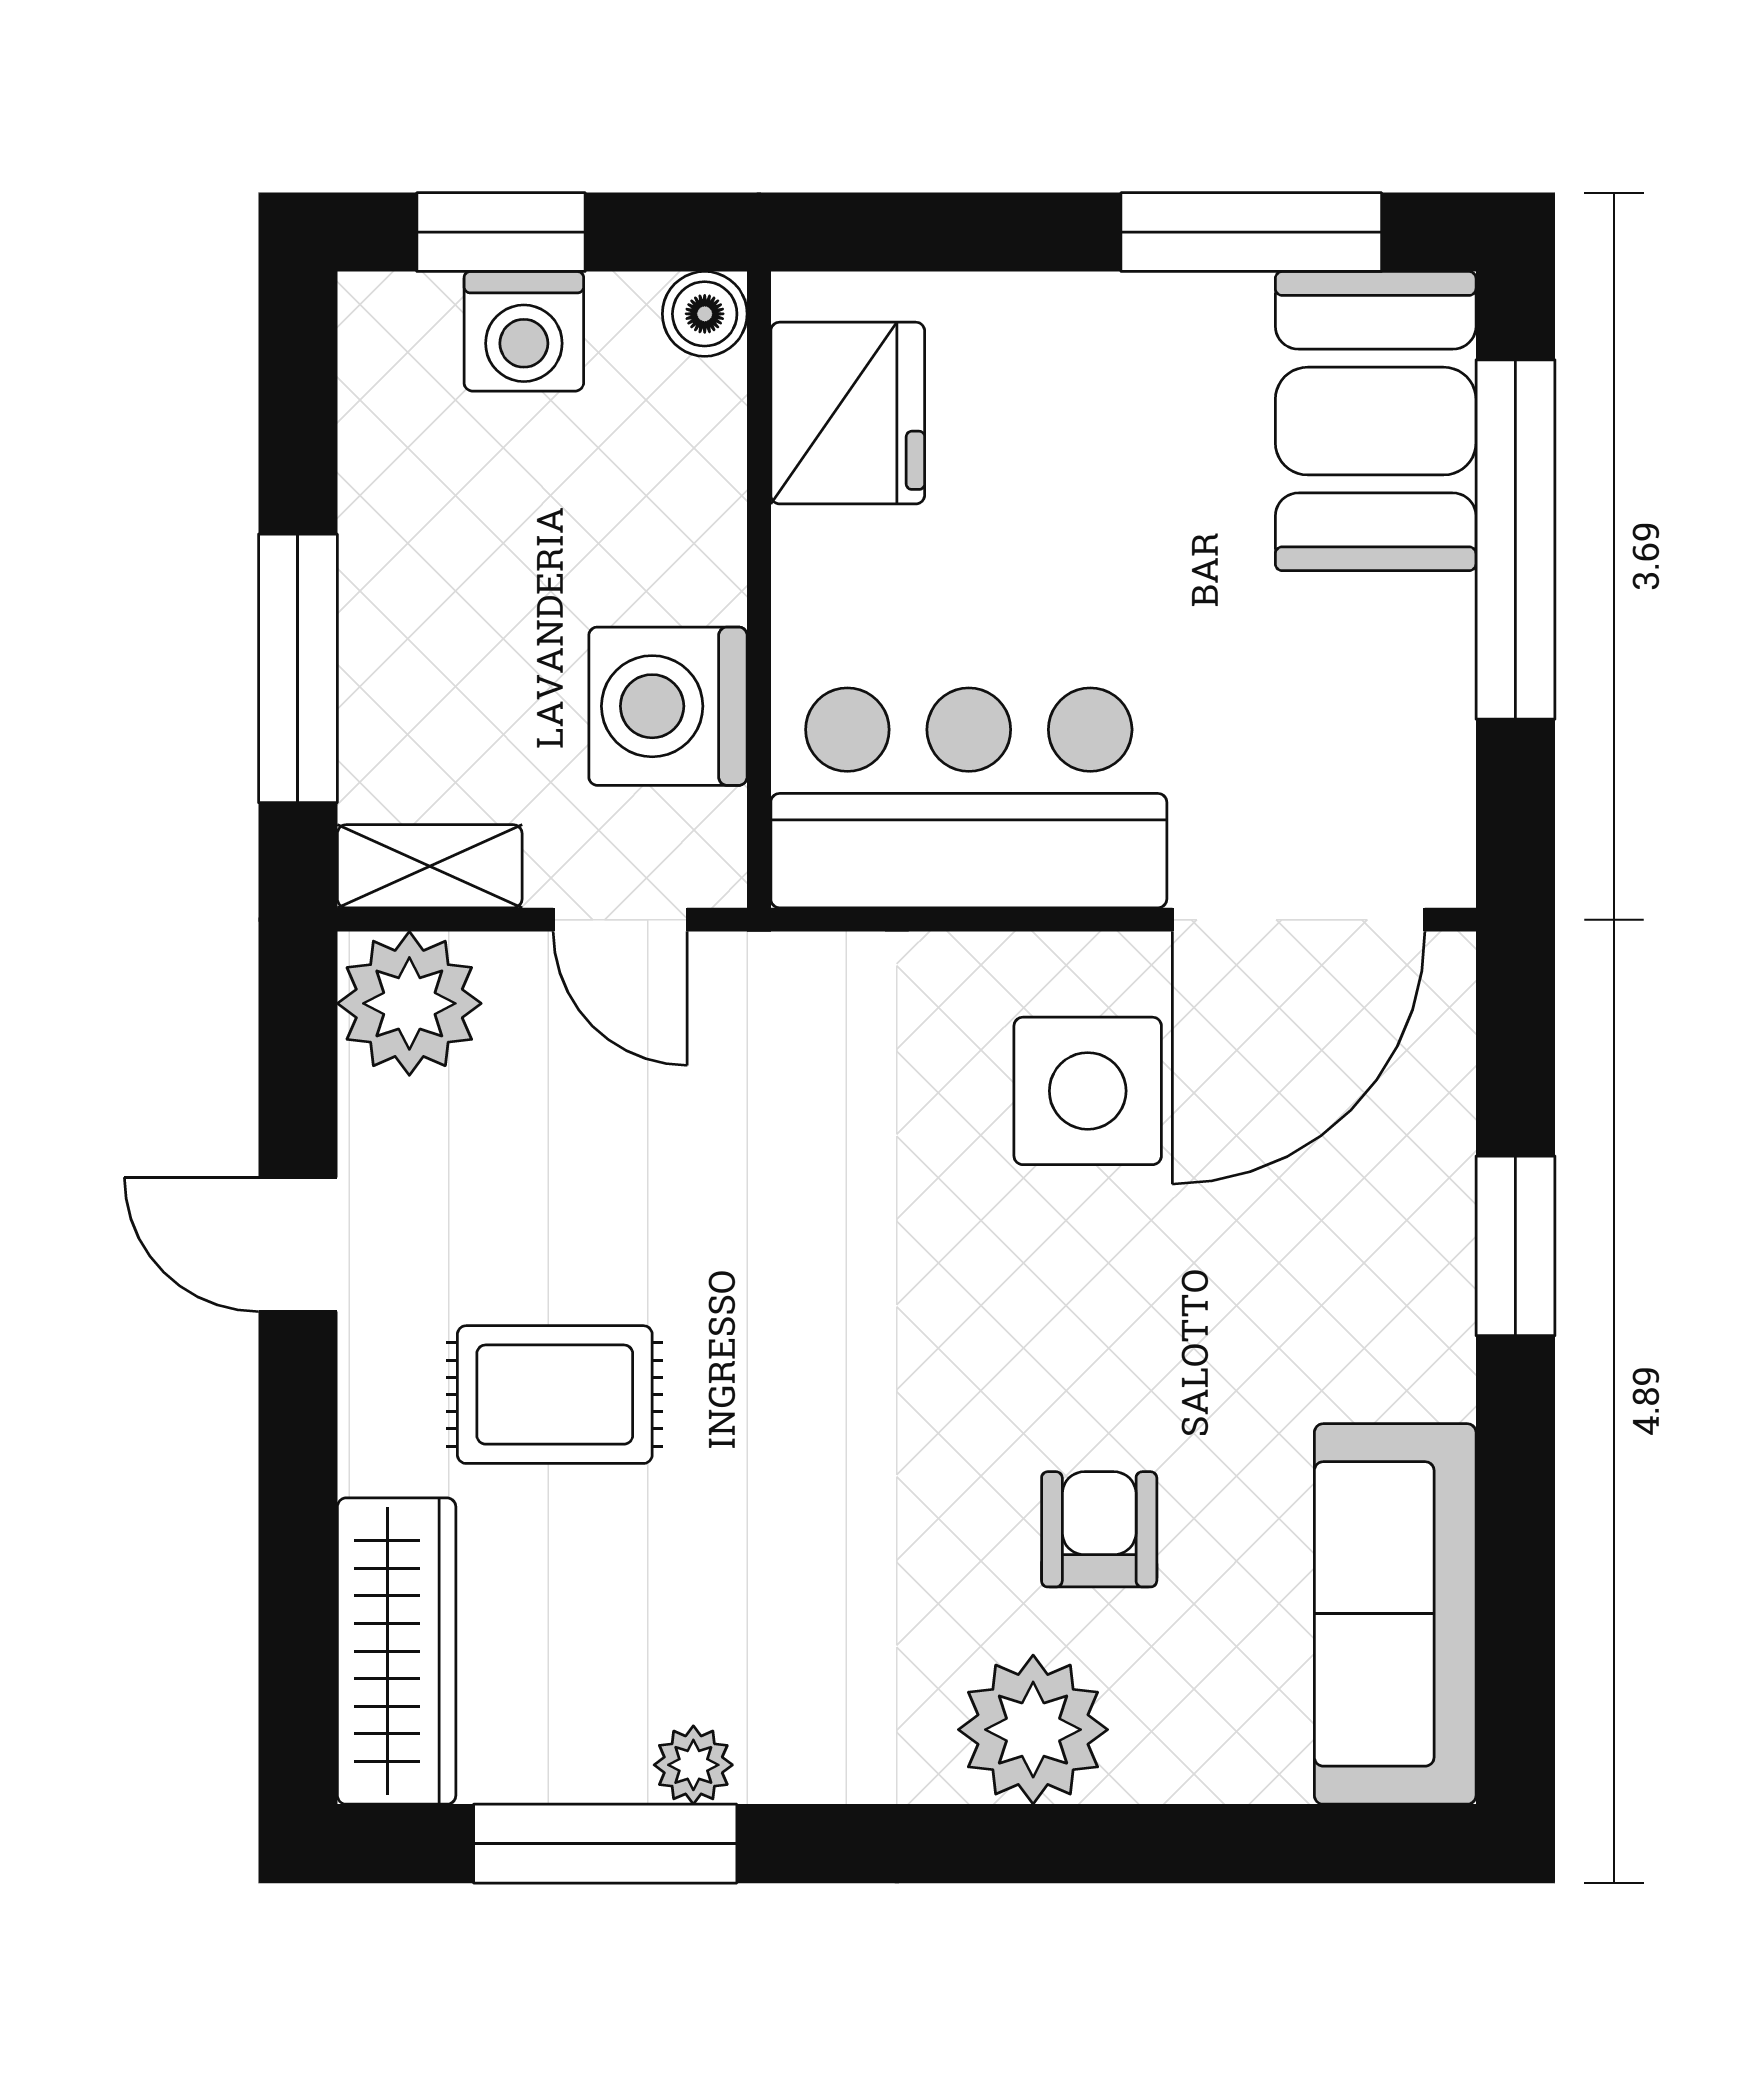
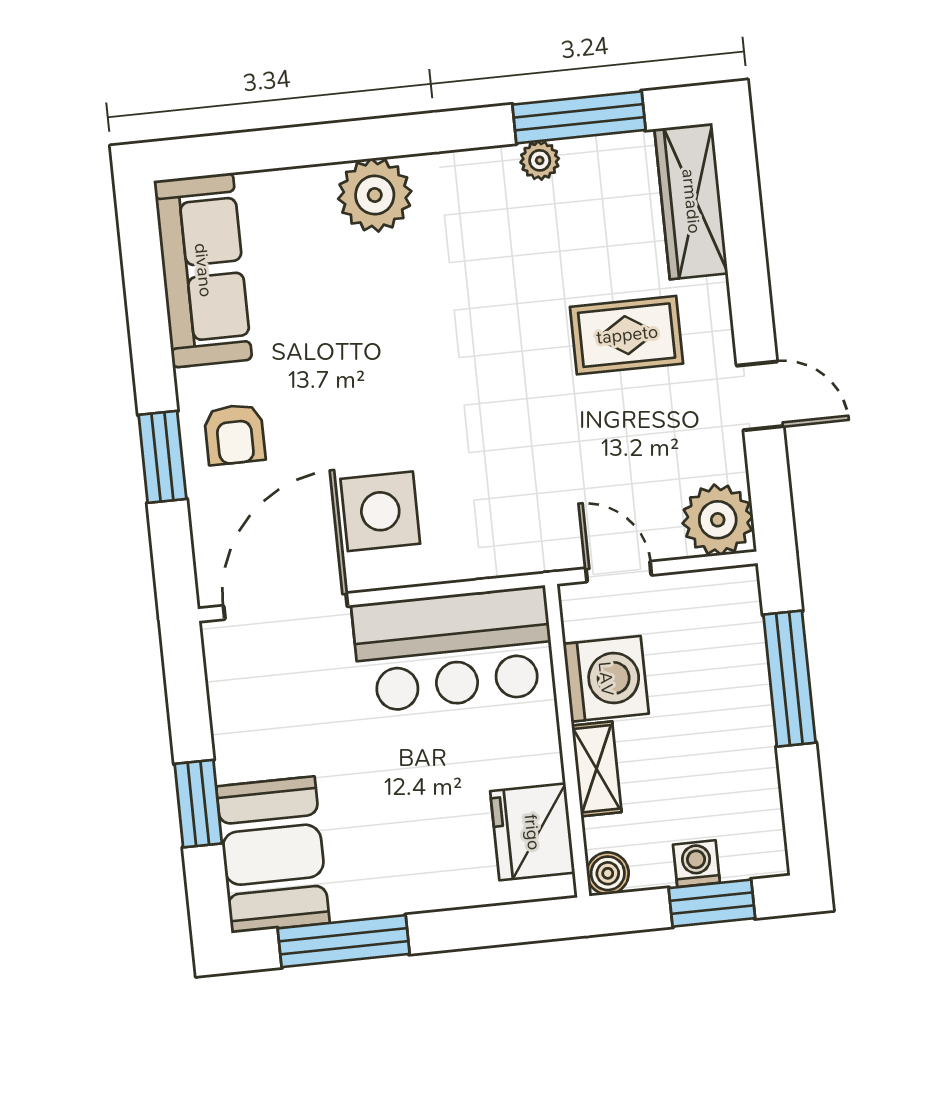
washing machine: (524, 331) -> (696, 864), width x0.73, depth x0.73
window: (1515, 540) -> (198, 804), width x0.47
shelving: (430, 866) -> (597, 769), moved, turned 90
armchair: (1099, 1529) -> (235, 434), moved

